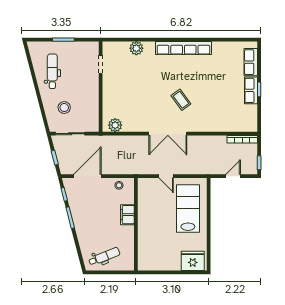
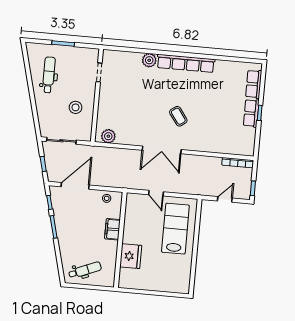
plant: (136, 48) -> (149, 60), moved
stool: (64, 107) -> (76, 107), moved
fridge: (193, 261) -> (131, 256), moved, turned 90

